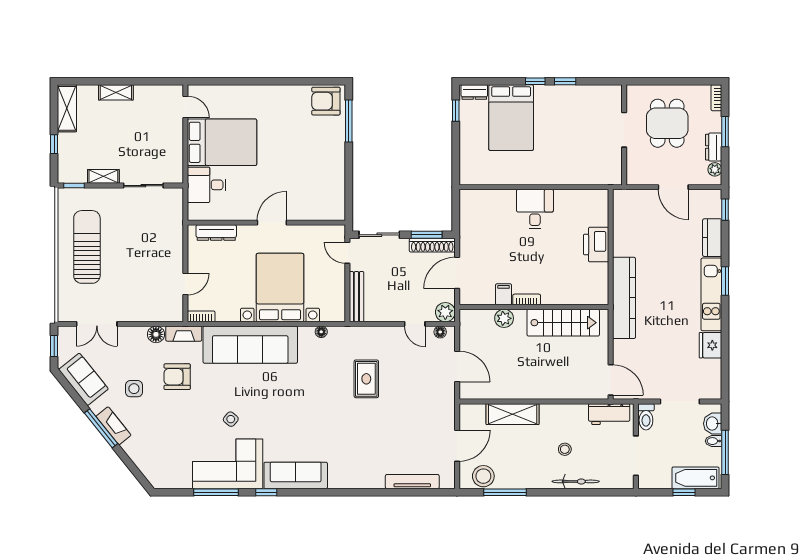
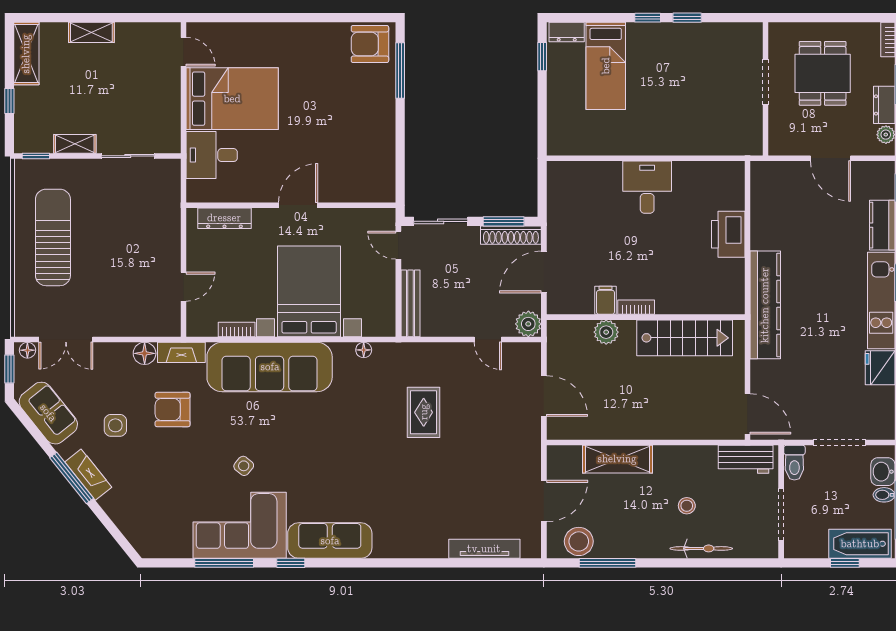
bed: (511, 118) -> (606, 66), width x0.67
bookcase: (201, 316) -> (237, 329), moved
floor lamp: (440, 332) -> (27, 350), moved

